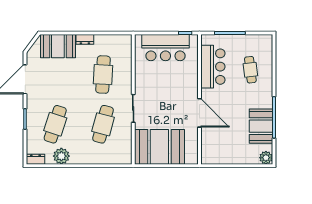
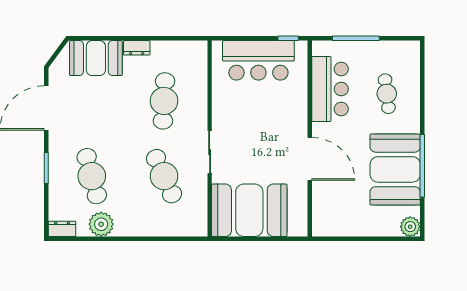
cafe table: (55, 124) -> (92, 176), turned -33
cafe table: (103, 124) -> (164, 176), turned -39
booth: (261, 126) -> (395, 169), width x1.36, depth x1.42

